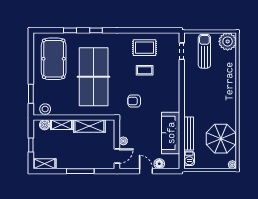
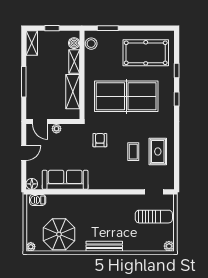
plant: (228, 41) -> (169, 246), width x0.53, depth x0.53
bench: (189, 133) -> (104, 246), moved
floor lamp: (159, 164) -> (32, 184), moved

